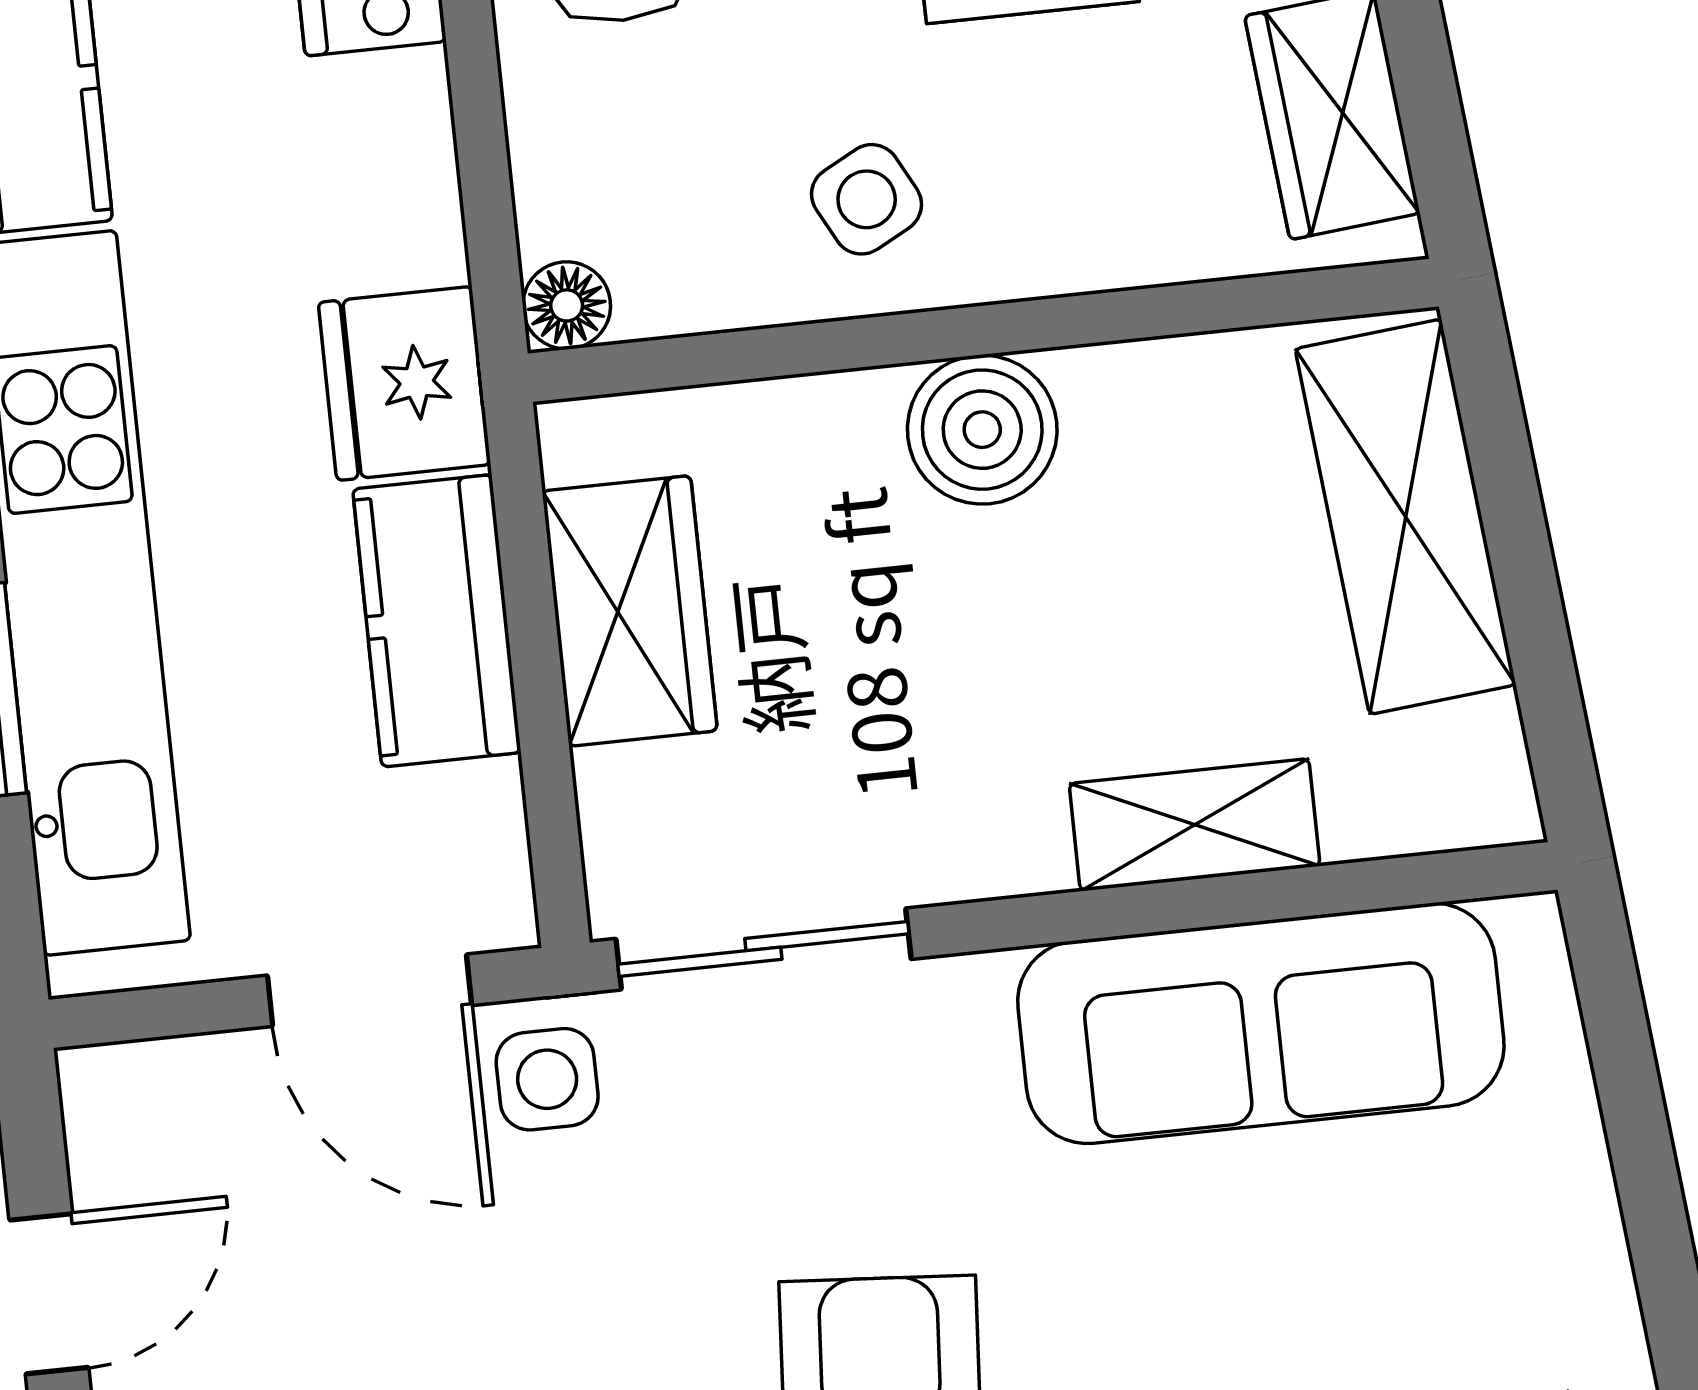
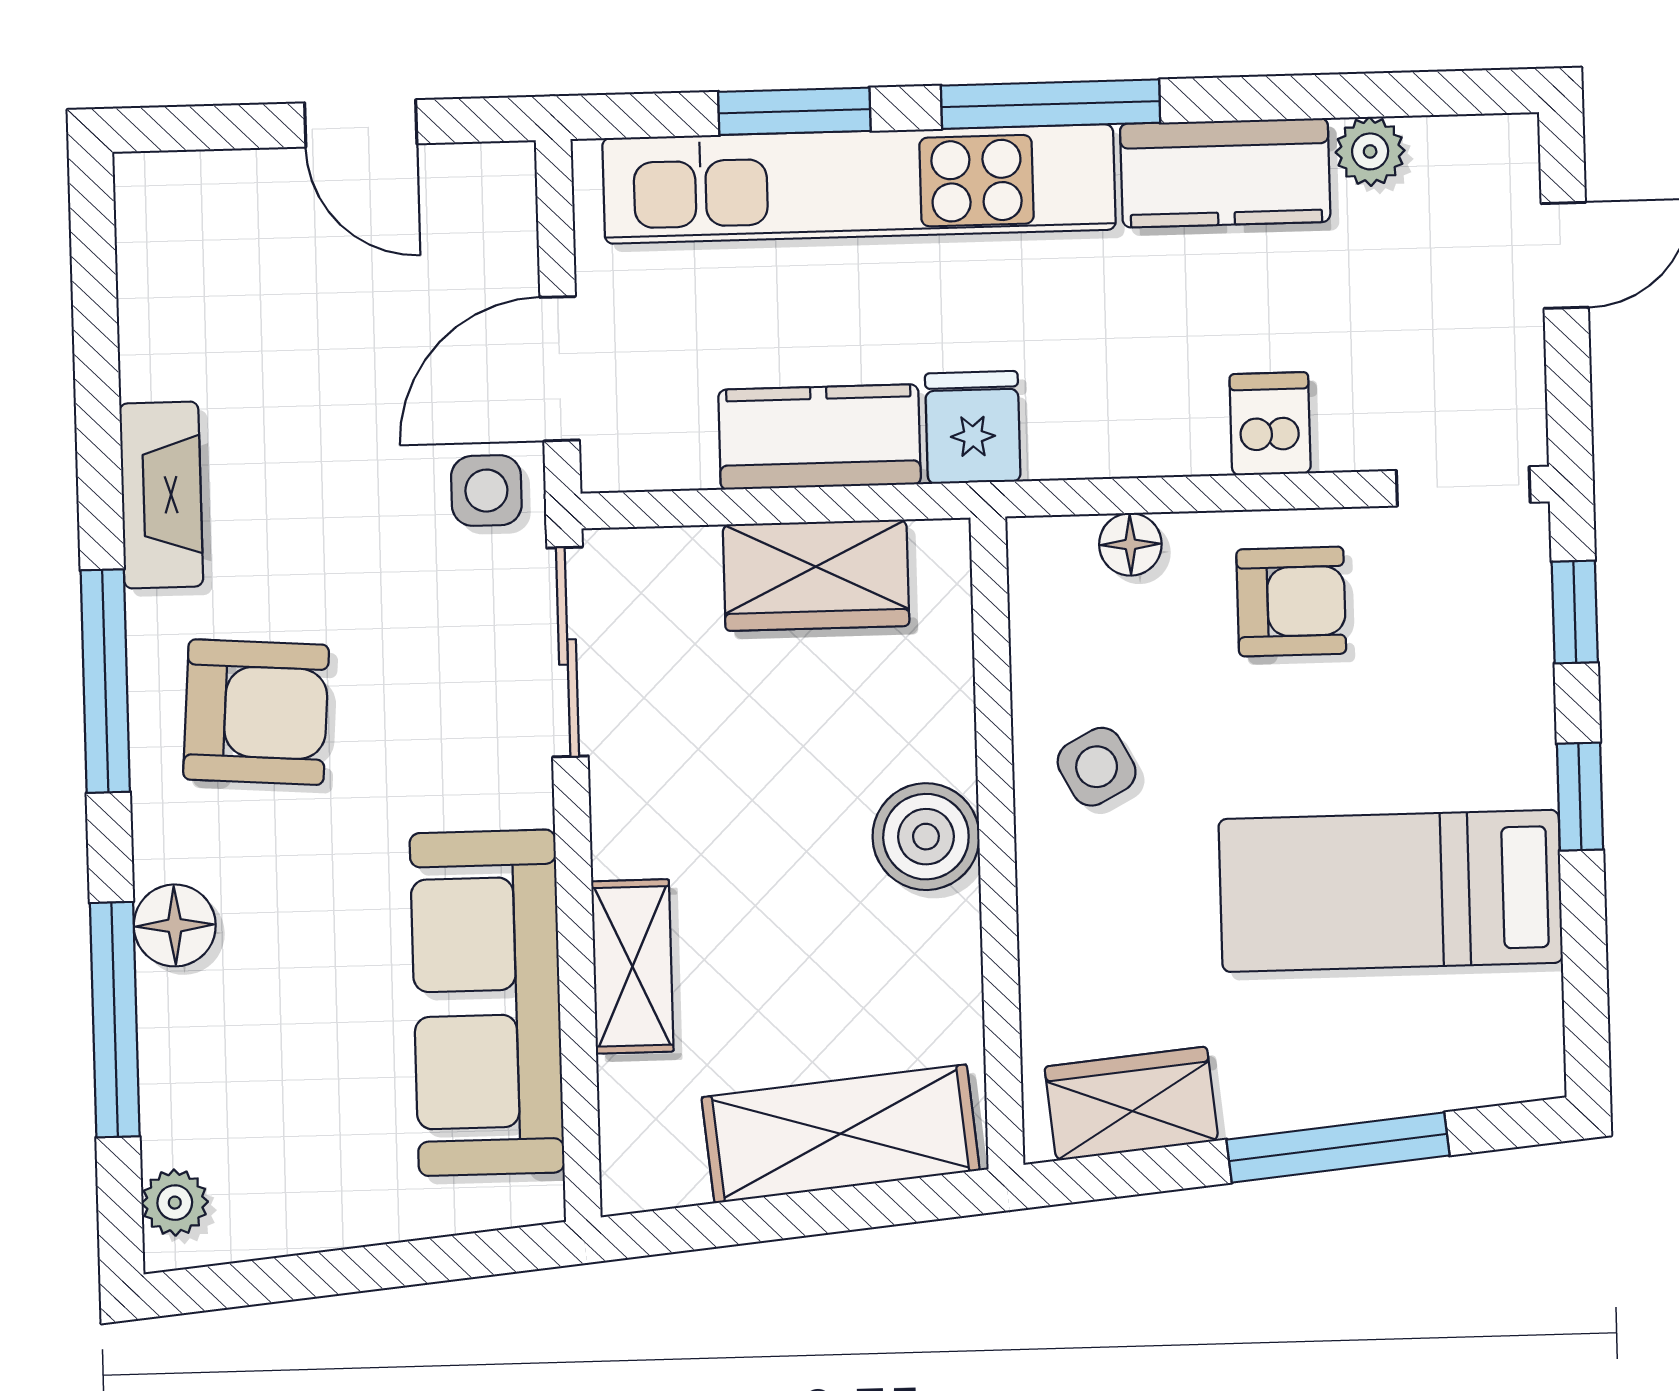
floor lamp: (567, 305) -> (1130, 544), moved
fridge: (404, 384) -> (973, 427), width x0.72

